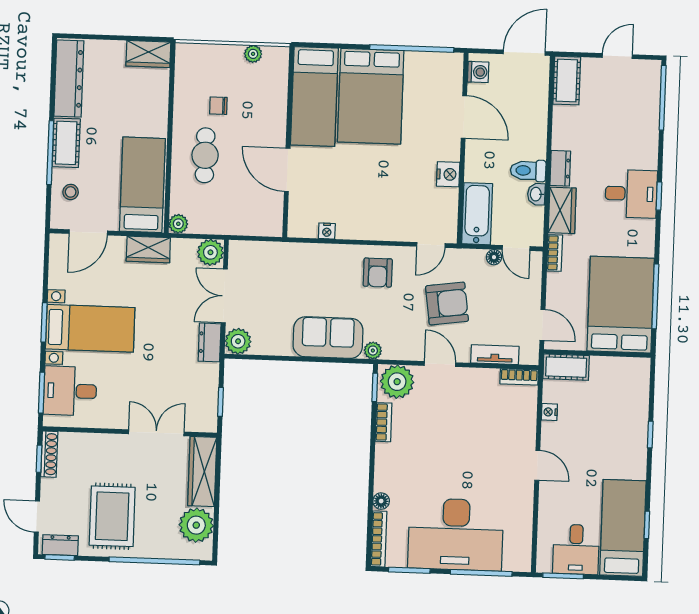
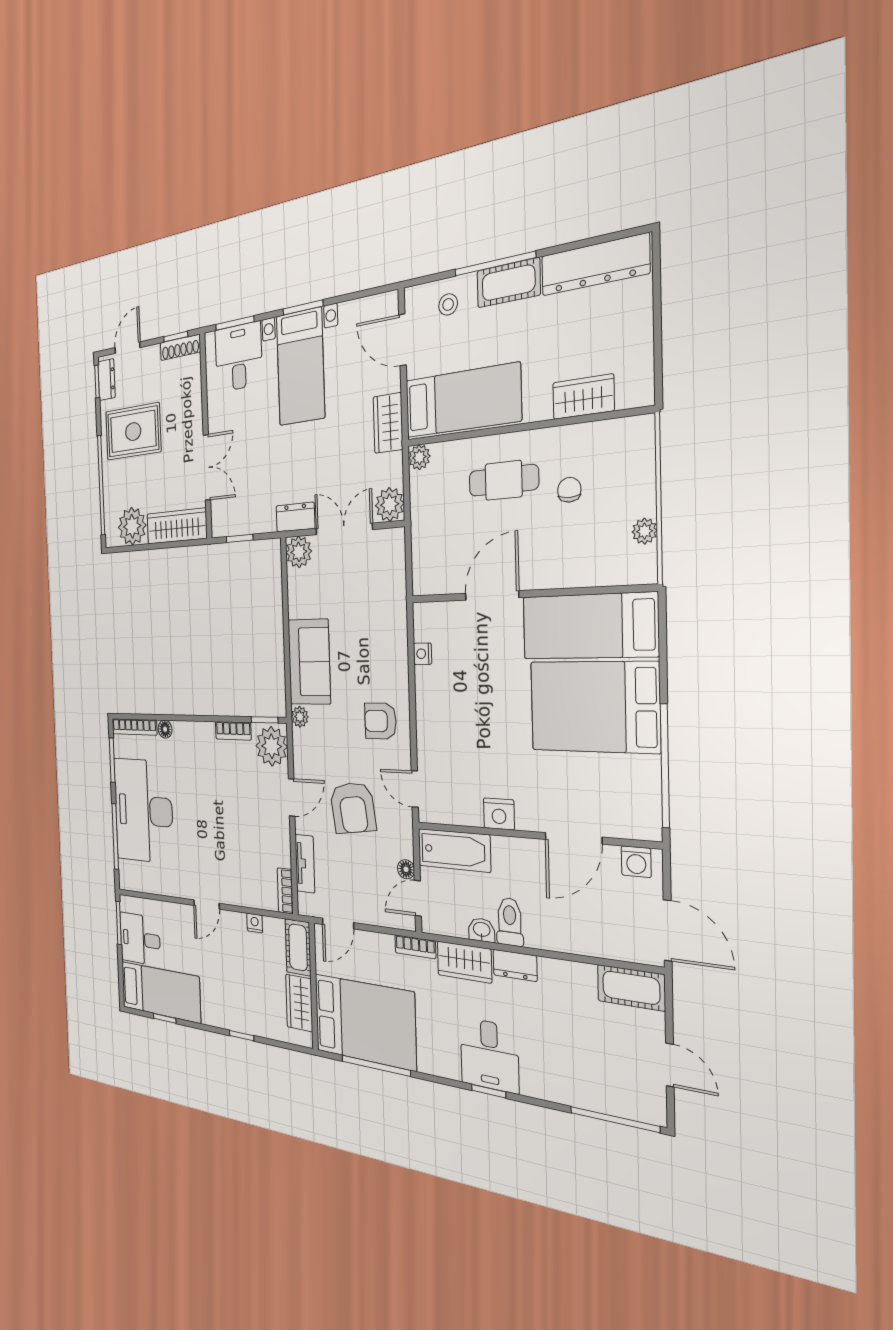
wardrobe: (148, 54) -> (583, 397), moved, turned 90
wardrobe: (613, 370) -> (299, 1003), added

